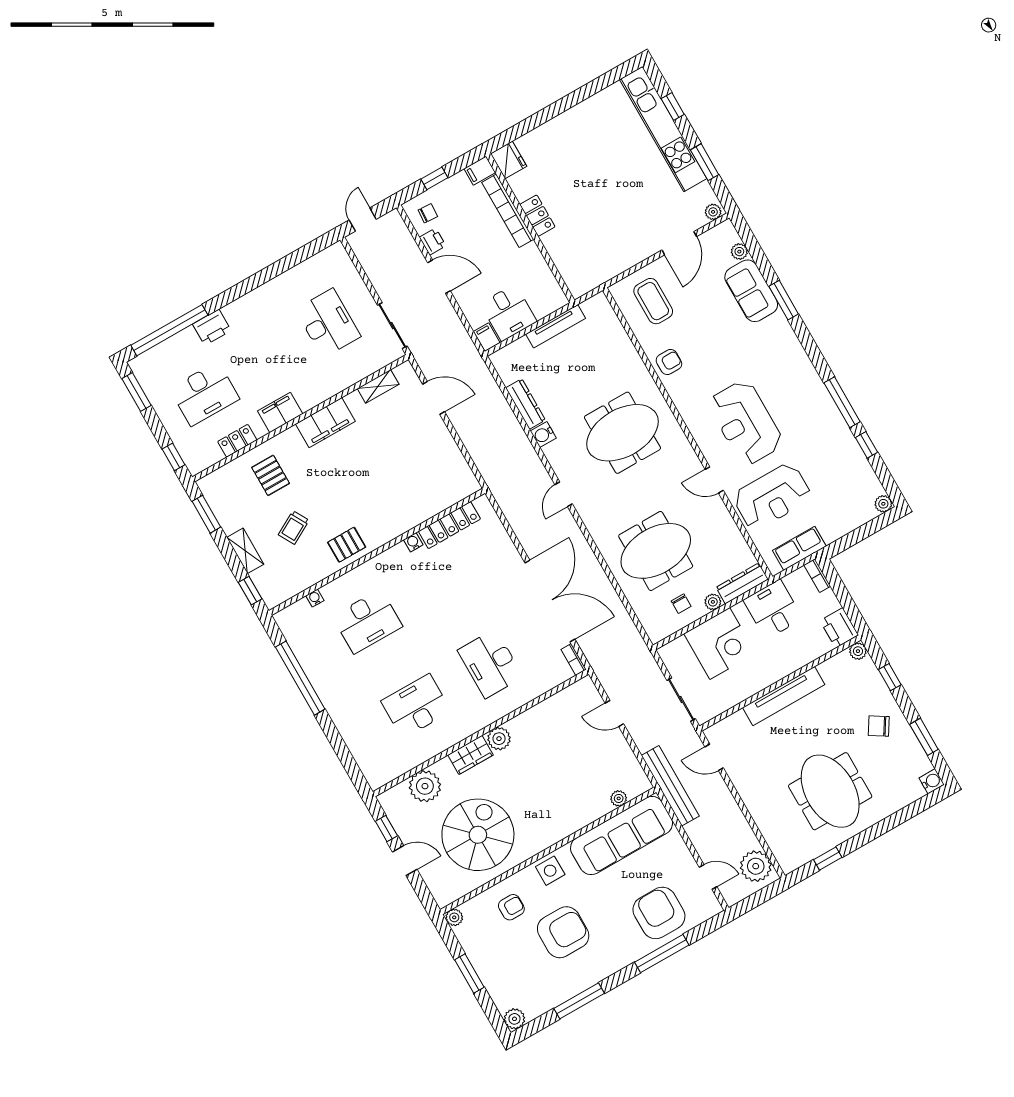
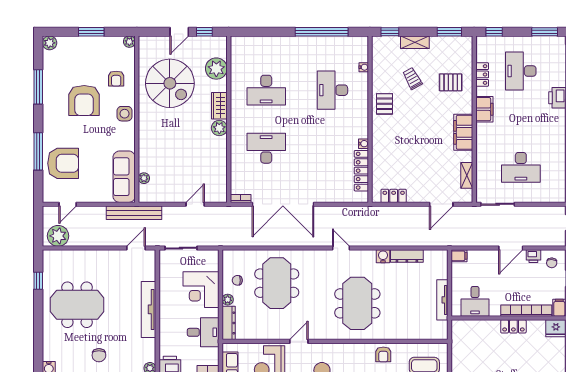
desk: (508, 313) -> (475, 301), moved, turned -90
locker: (458, 465) -> (394, 196), added
desk: (416, 706) -> (266, 90), turned 90
chair: (879, 726) -> (99, 355), turned 148
sofa: (622, 835) -> (124, 177), width x0.74, depth x0.79

